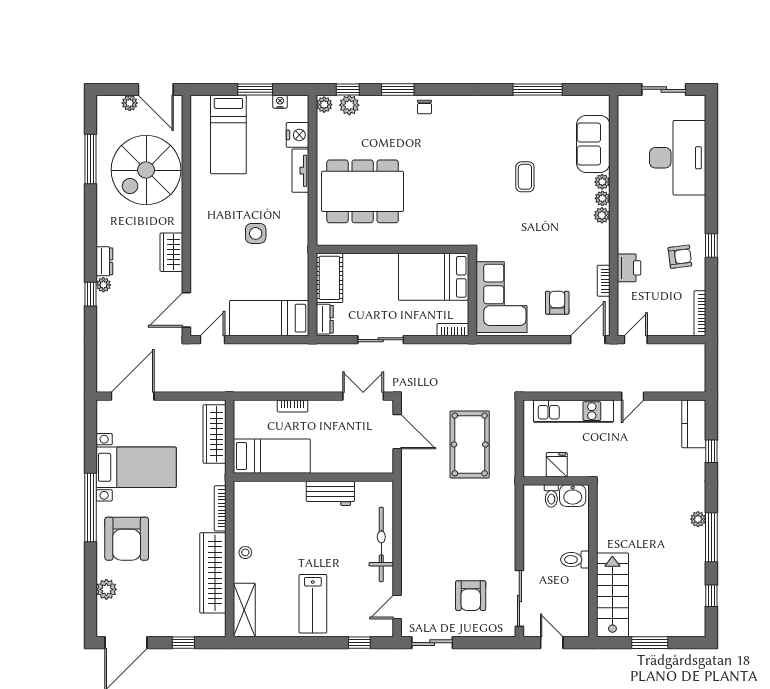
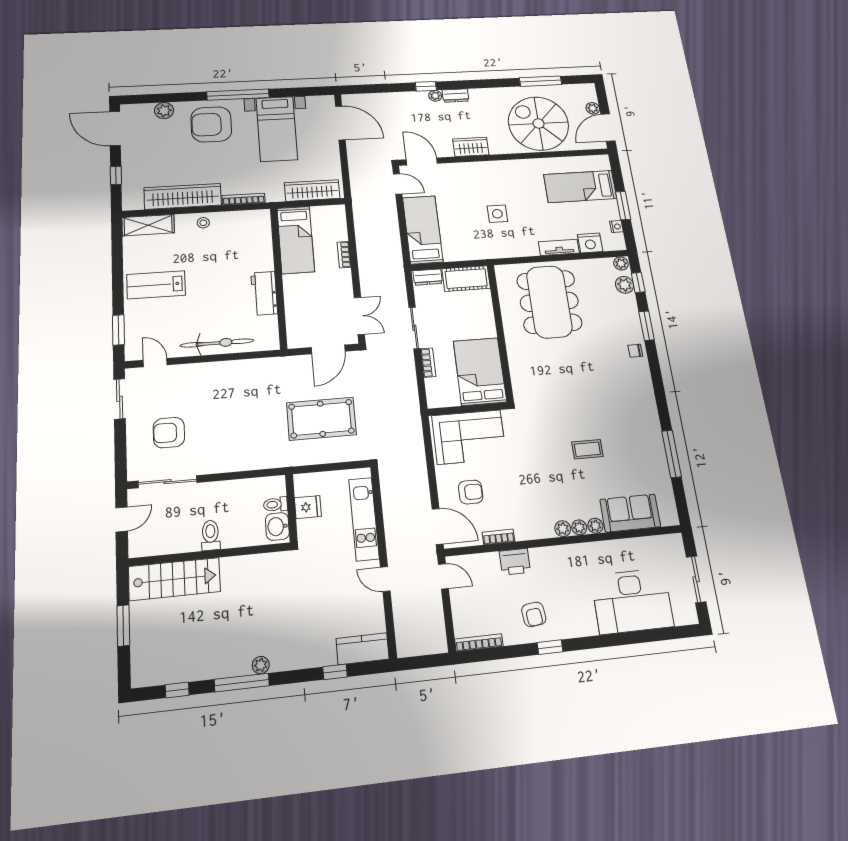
bookcase: (453, 330) -> (428, 363), moved
window: (359, 643) -> (118, 330), width x1.50

